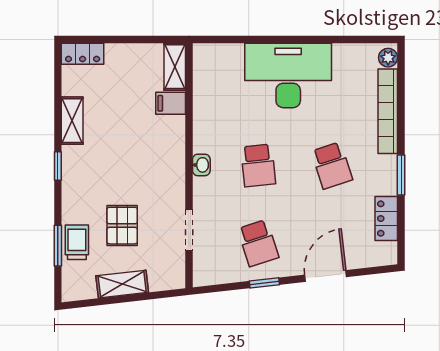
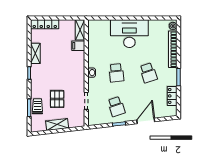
locker: (83, 54) -> (45, 24), width x1.53

